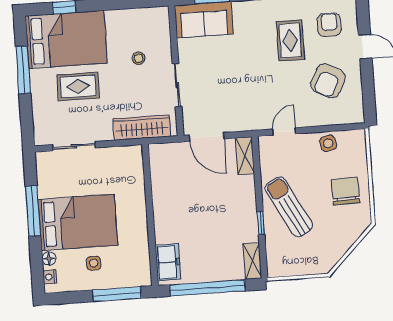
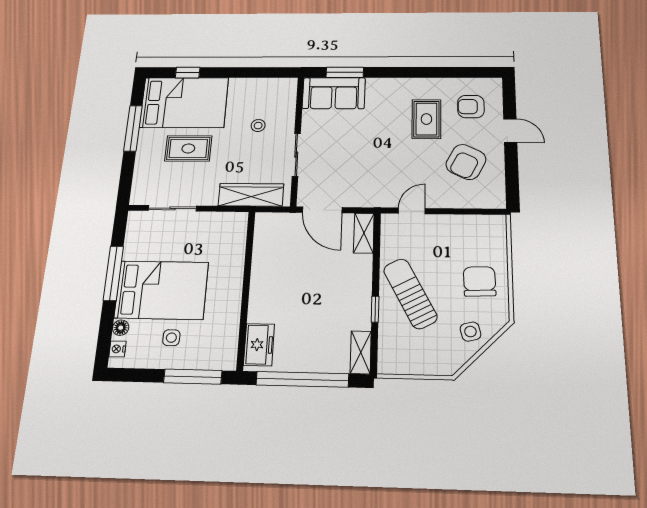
armchair: (329, 25) -> (471, 107), turned -90
side table: (328, 143) -> (470, 332), moved

